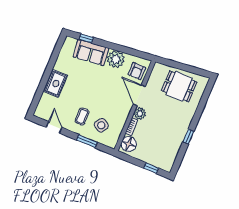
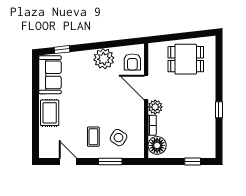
sofa: (91, 52) -> (50, 75), moved, turned -84

